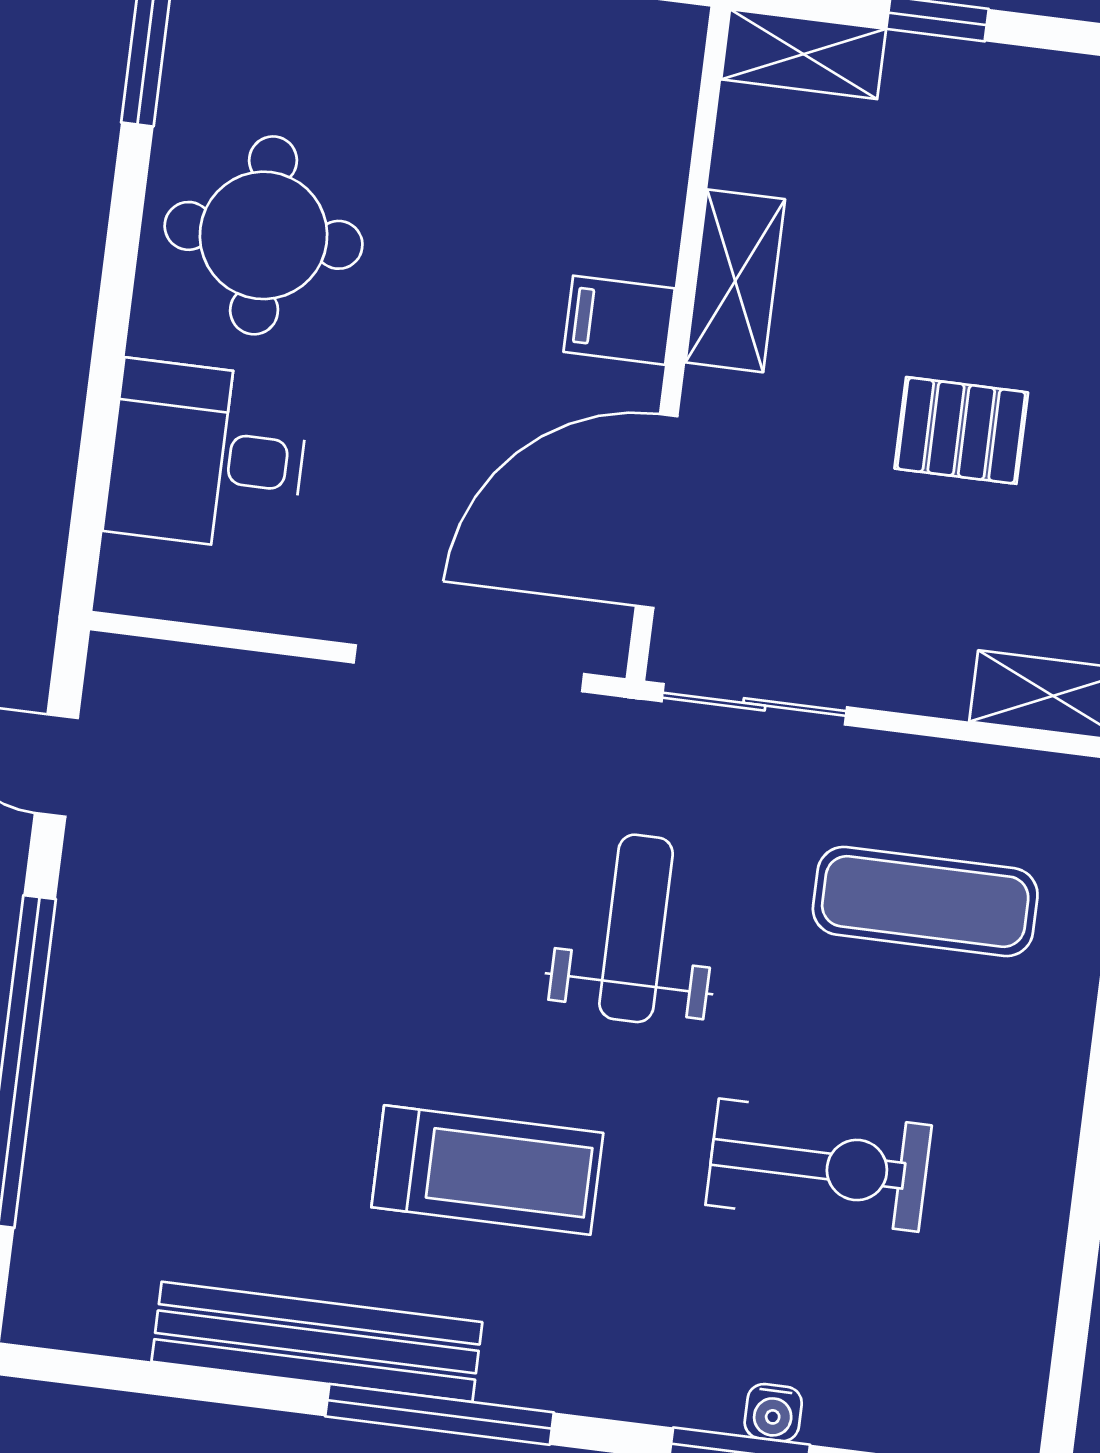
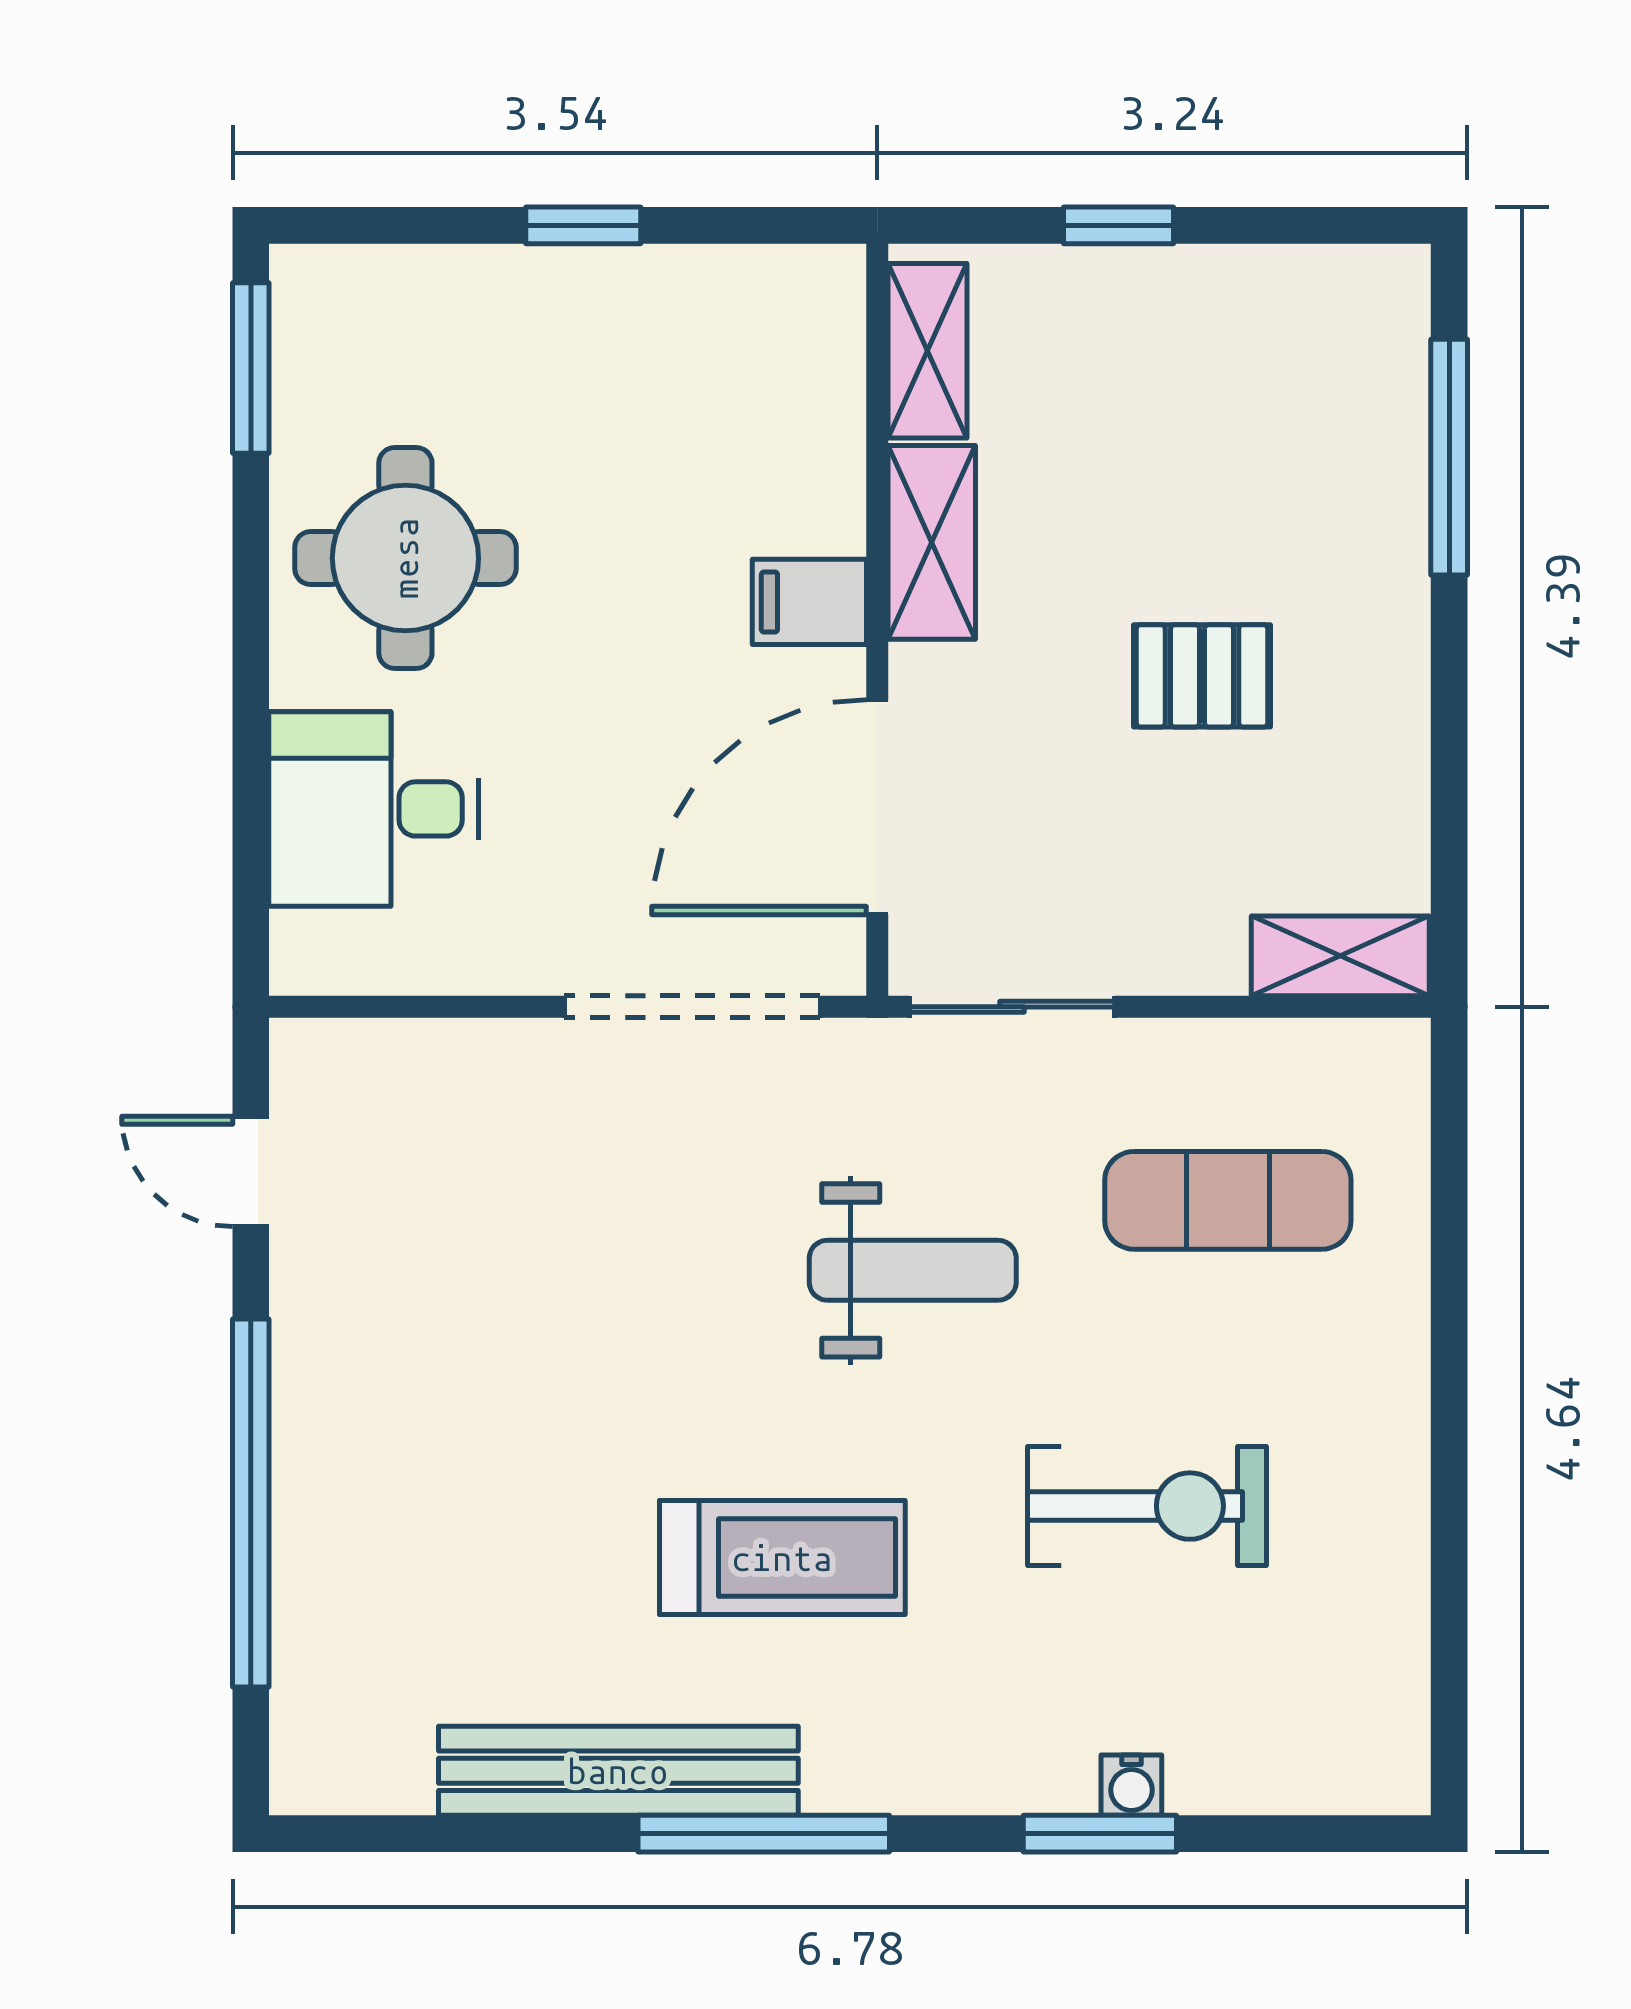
shelving: (804, 54) -> (928, 351), moved, turned 90
weight bench: (636, 928) -> (913, 1270), turned 90

